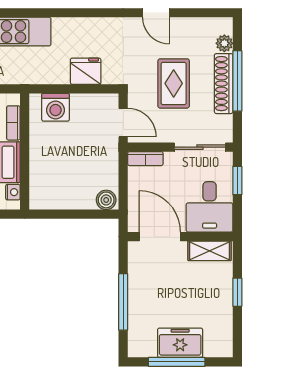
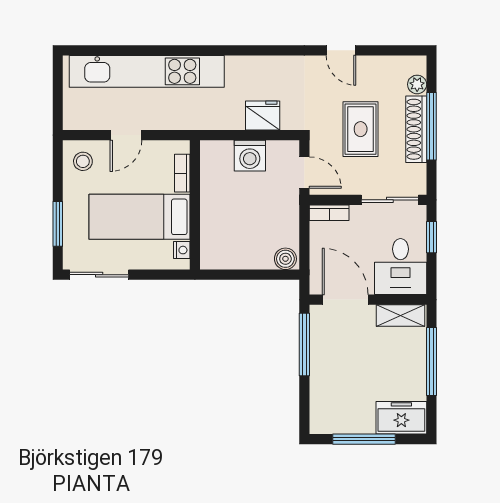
washing machine: (56, 107) -> (250, 156), moved
window: (237, 292) -> (431, 362), width x2.17
window: (123, 302) -> (304, 345), moved
freezer: (180, 343) -> (401, 418), moved

